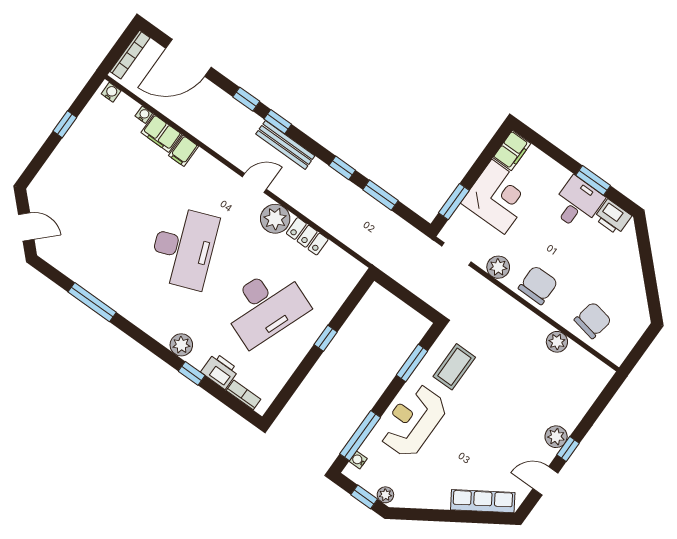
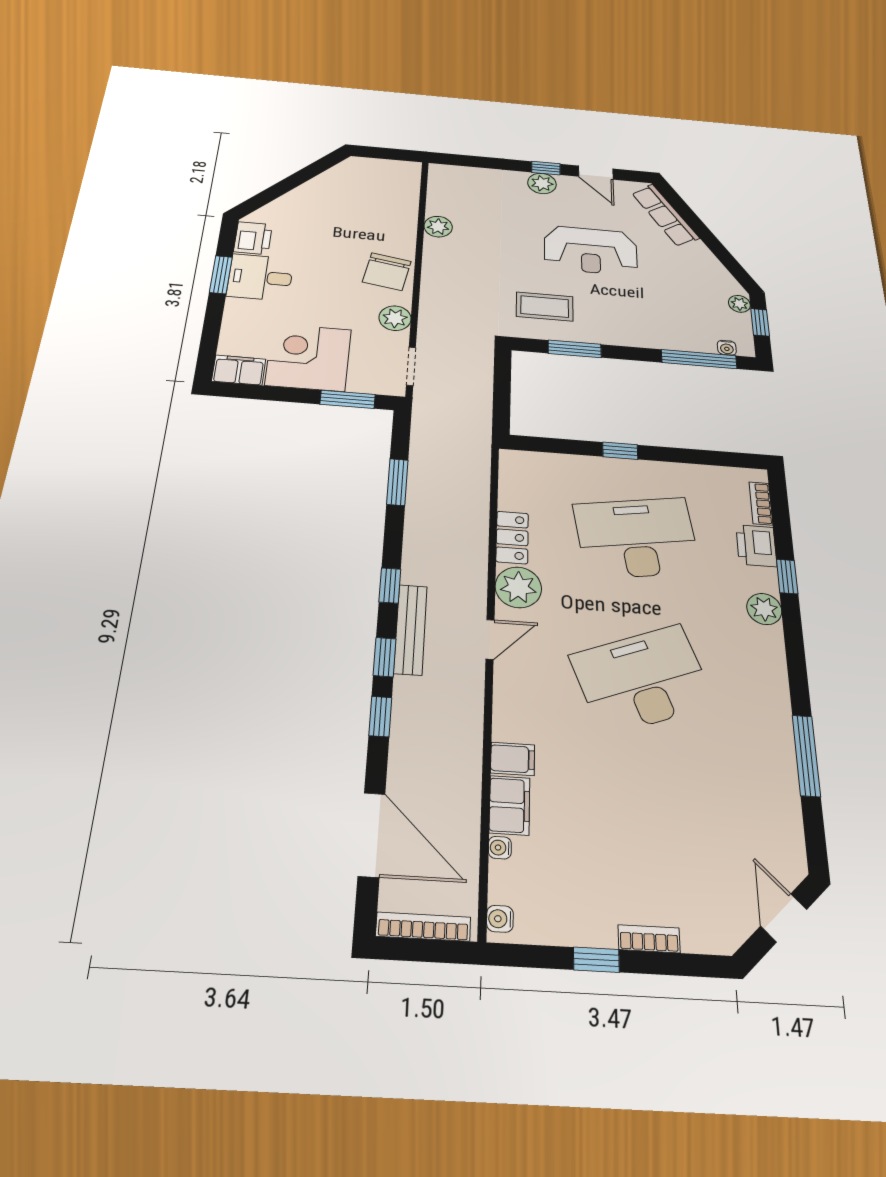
bookcase: (58, 156) -> (649, 939), added
window: (342, 168) -> (390, 586), moved
door: (254, 183) -> (490, 639), swing flipped
chair: (538, 285) -> (387, 272), turned -80
desk: (265, 306) -> (637, 538), turned -30
chair: (593, 320) -> (388, 206), removed
reception desk: (413, 421) -> (591, 250), moved

